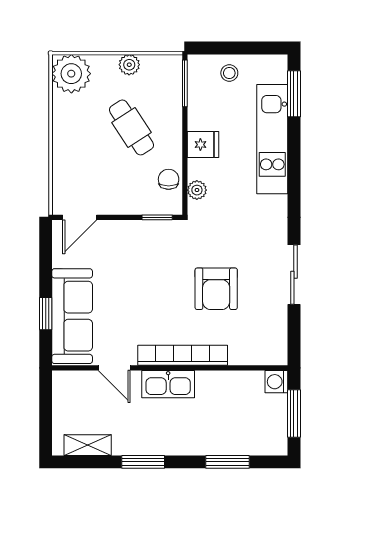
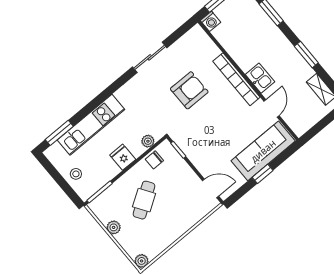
plant: (71, 74) -> (142, 261), width x0.53, depth x0.53
window: (46, 314) -> (263, 174), moved
kitchen sink: (168, 384) -> (260, 78), width x0.73

